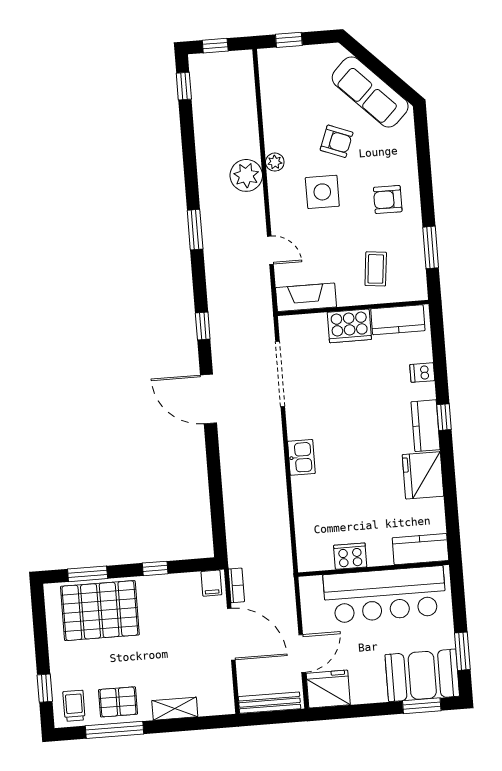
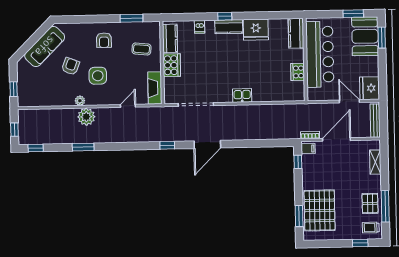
window: (195, 230) -> (83, 147), moved
window: (155, 568) -> (298, 162), moved
shelving: (175, 709) -> (375, 162), moved

